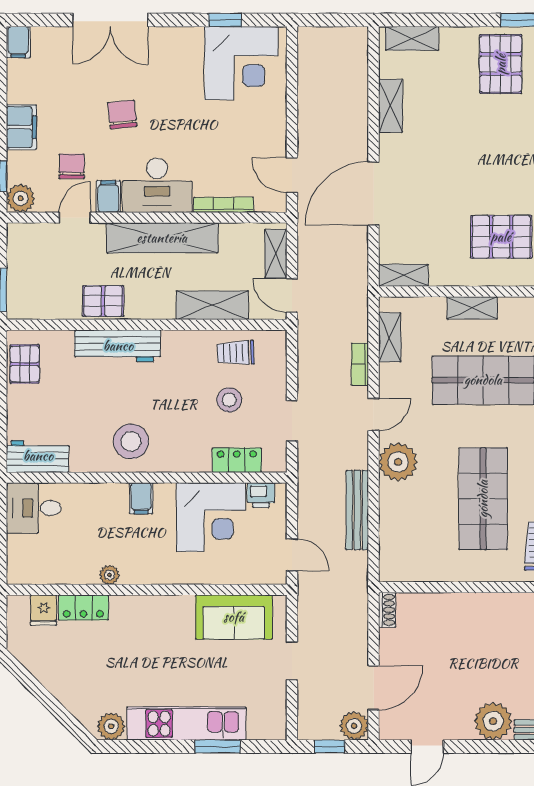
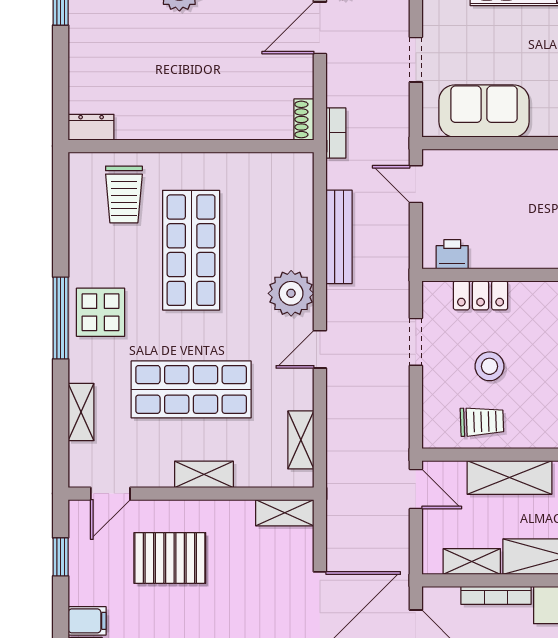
shelving: (276, 254) -> (472, 562), moved, turned 90
bookcase: (360, 364) -> (336, 133), moved
corner desk: (211, 517) -> (511, 228), removed

